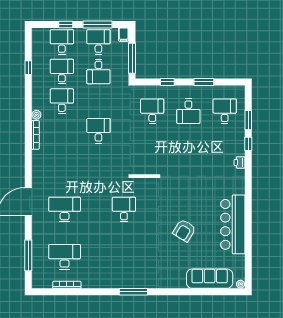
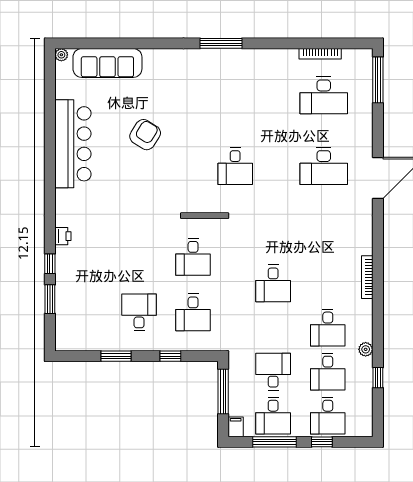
desk: (225, 111) -> (193, 257), moved
plant: (36, 115) -> (366, 349), moved
window: (28, 255) -> (378, 80), moved

